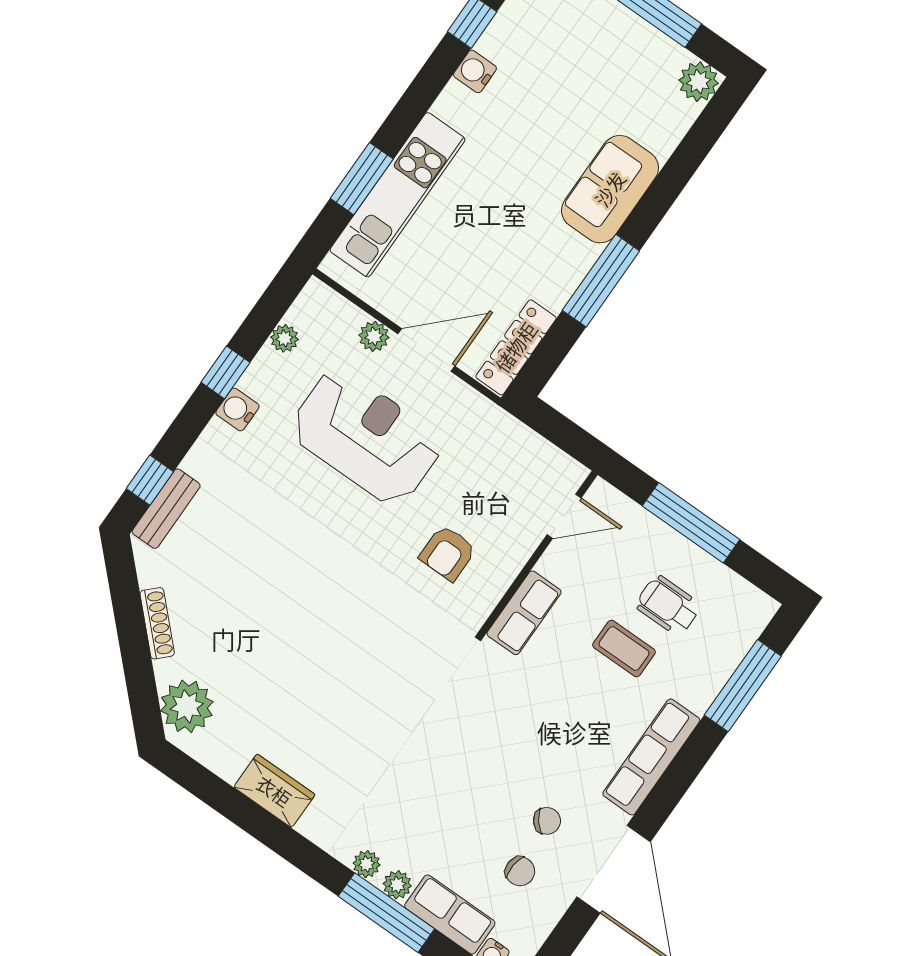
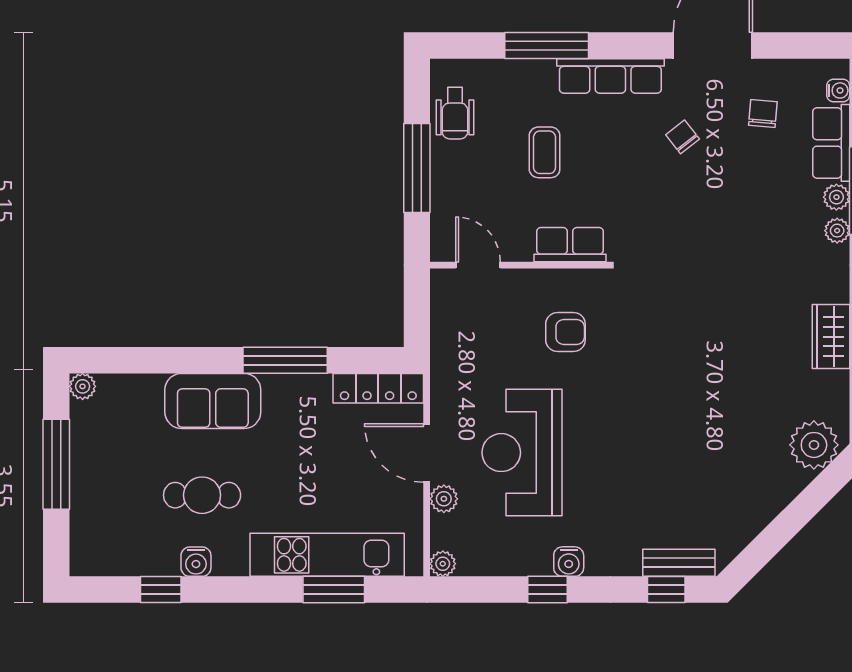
plant: (699, 82) -> (83, 386), width x0.73, depth x0.73
cafe table: (531, 119) -> (202, 495), added
plant: (284, 338) -> (443, 564), moved
wheelchair: (668, 606) -> (455, 113), moved
shoe rack: (157, 623) -> (768, 510), removed
window: (743, 686) -> (547, 45), moved
chair: (547, 821) -> (683, 137), moved

